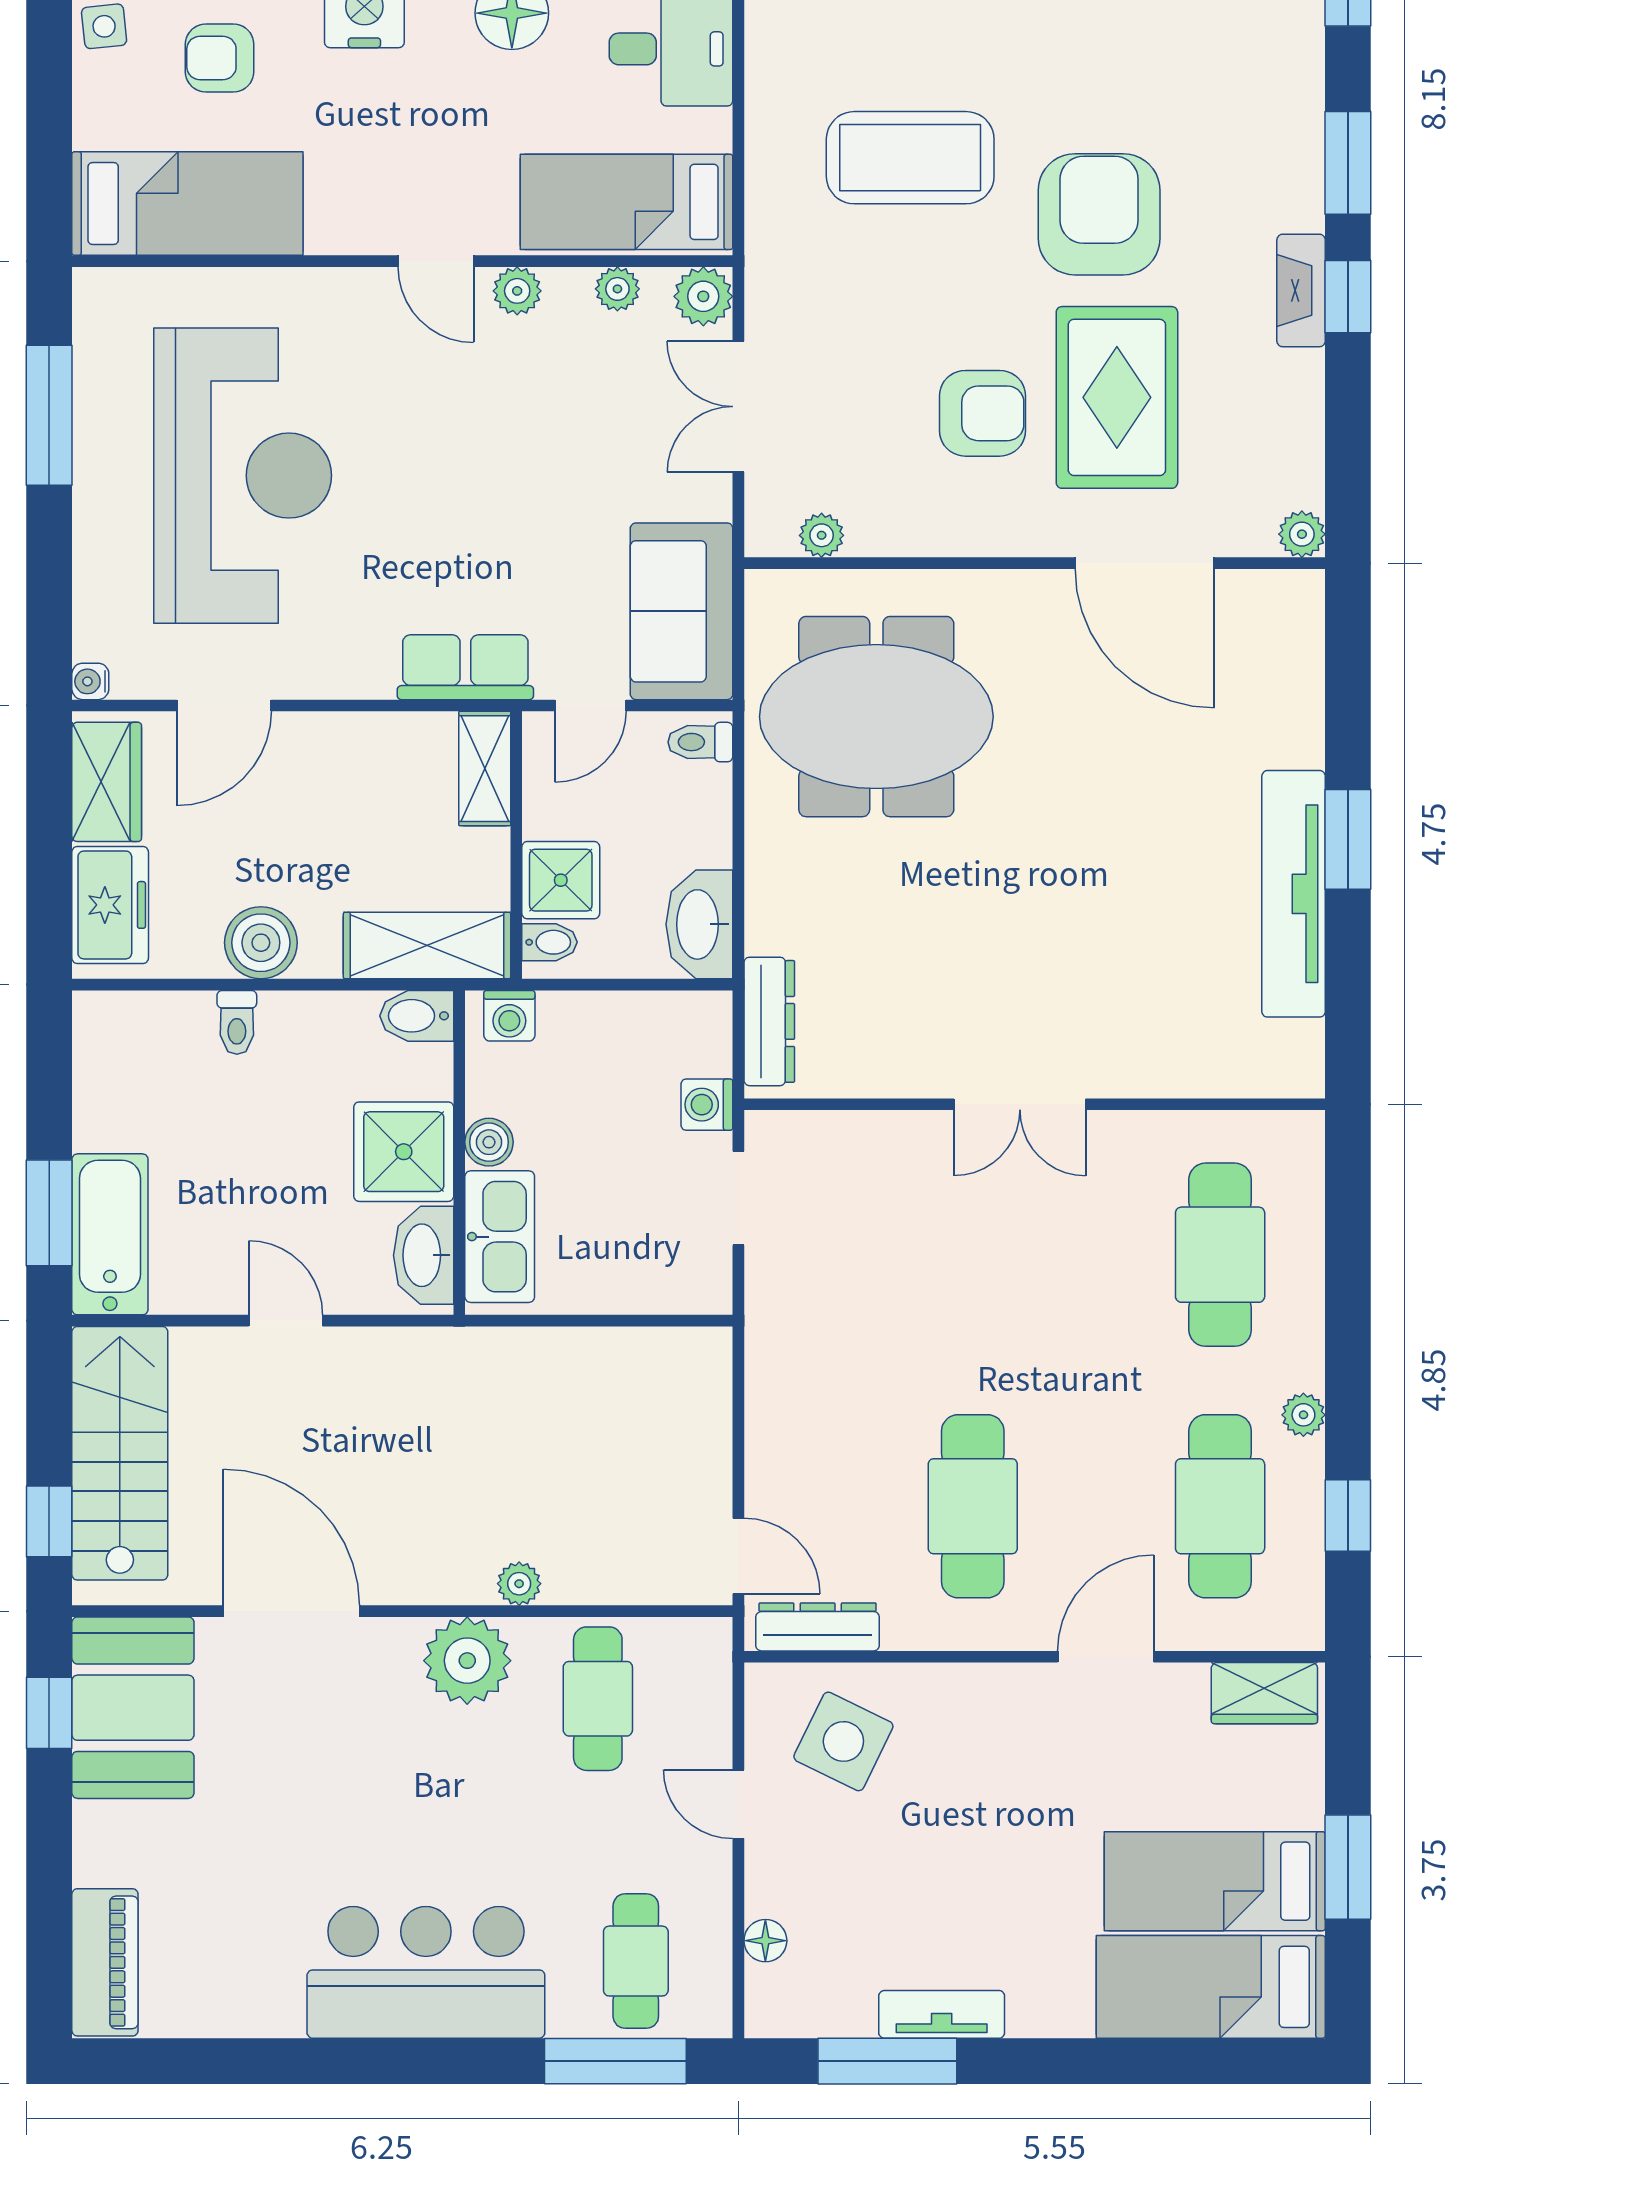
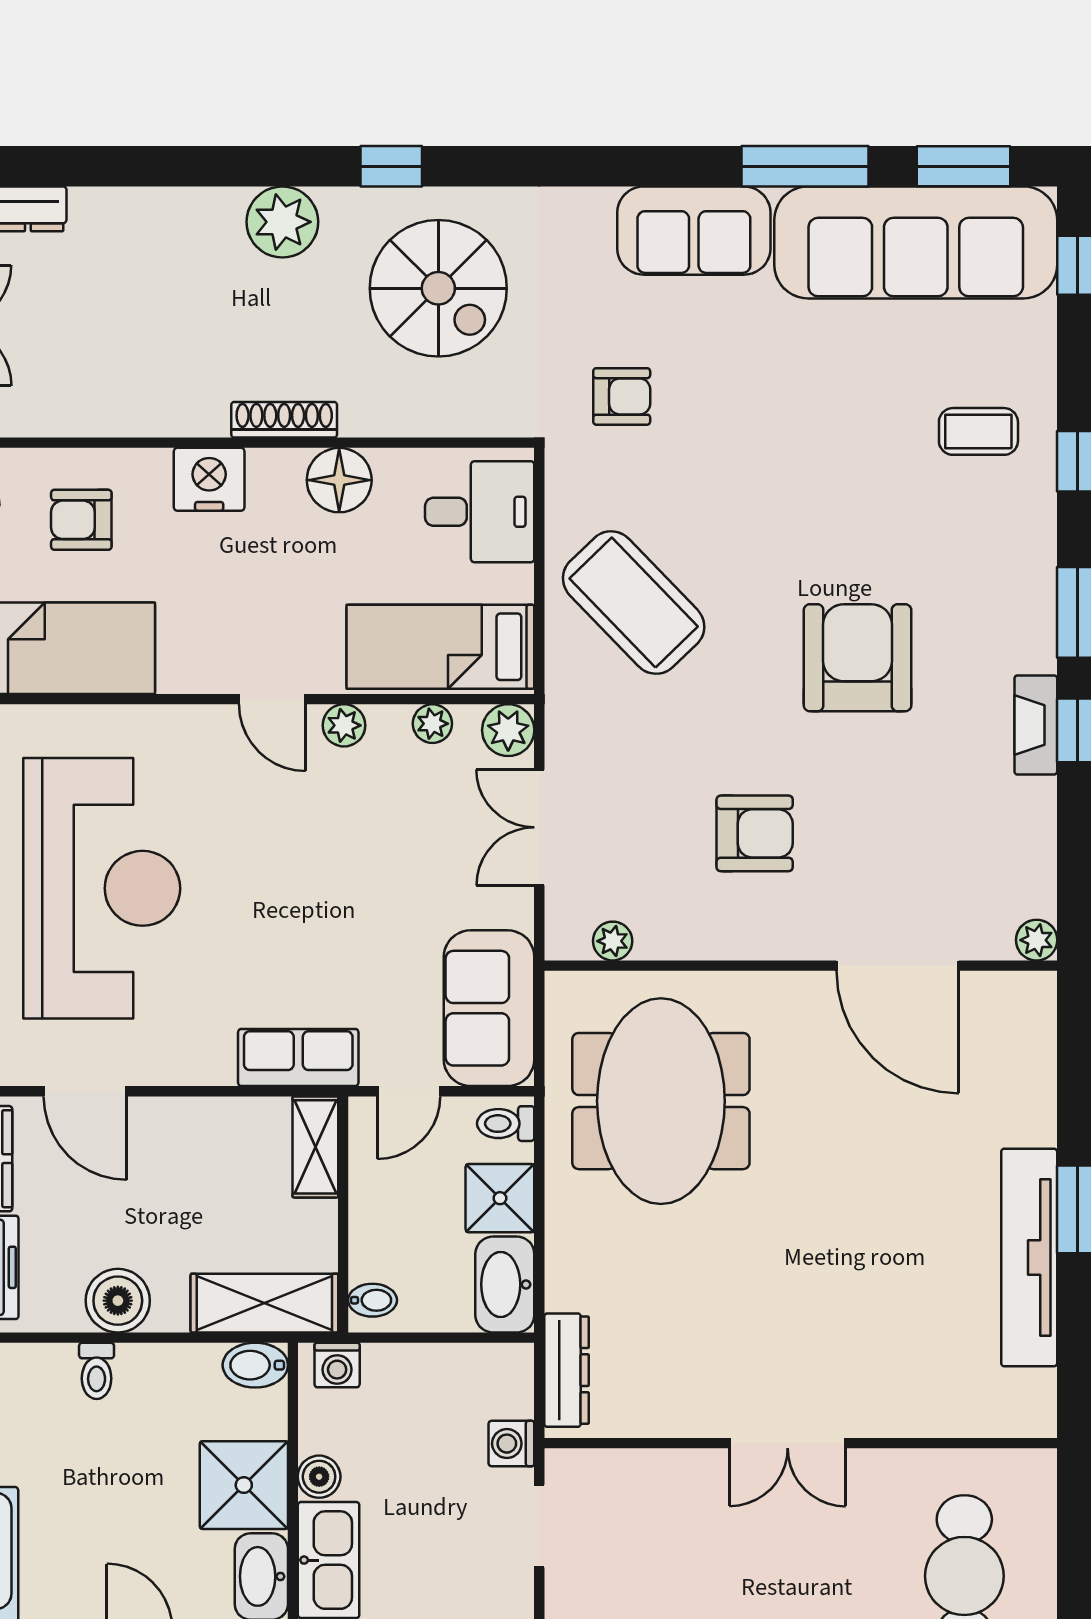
coffee table: (910, 158) -> (634, 603), moved, turned 46
rug: (1117, 397) -> (873, 819), removed
door: (224, 705) -> (85, 1091), hinge flipped
meeting table: (876, 717) -> (661, 1101), turned 90
shower: (561, 880) -> (500, 1198), moved

